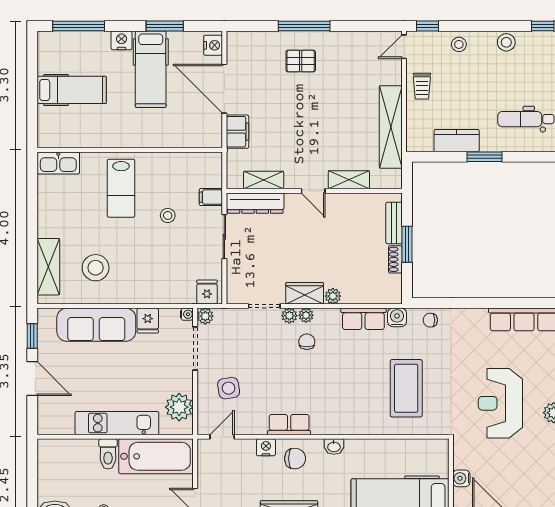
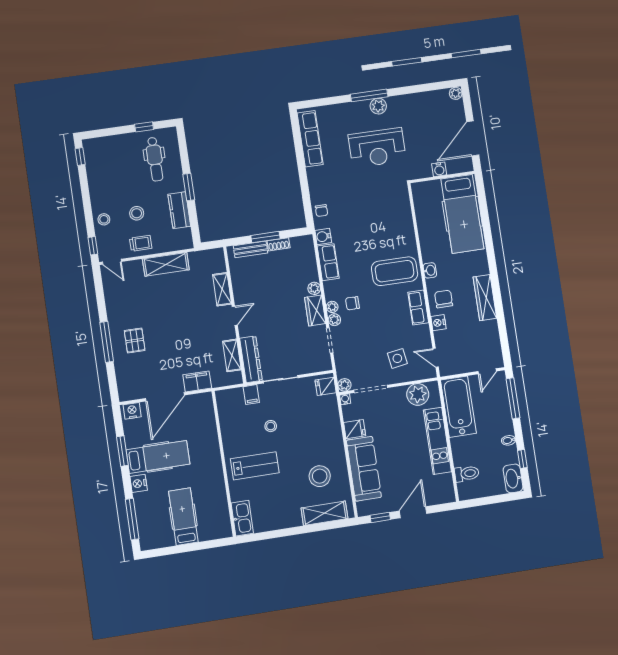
stool: (506, 42) -> (137, 213), moved
shelving: (391, 127) -> (166, 264), width x0.68
coffee table: (406, 388) -> (395, 271), moved
toilet: (108, 454) -> (467, 474), moved

